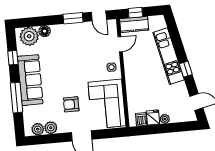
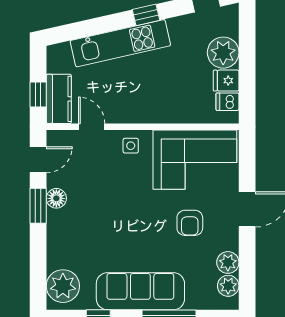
floor lamp: (45, 31) -> (56, 198), moved
plant: (165, 119) -> (223, 53), width x1.87, depth x1.87

